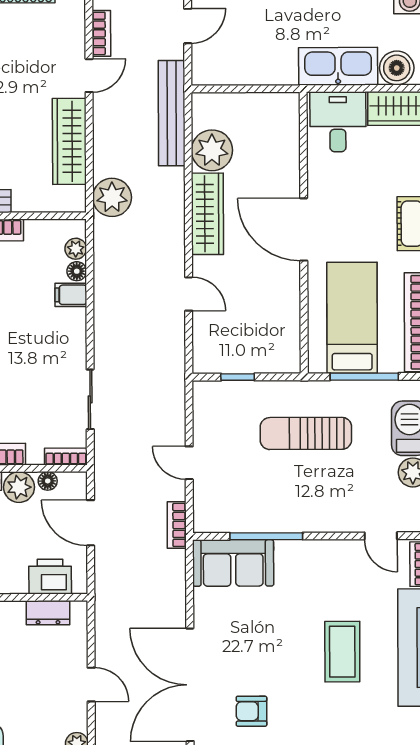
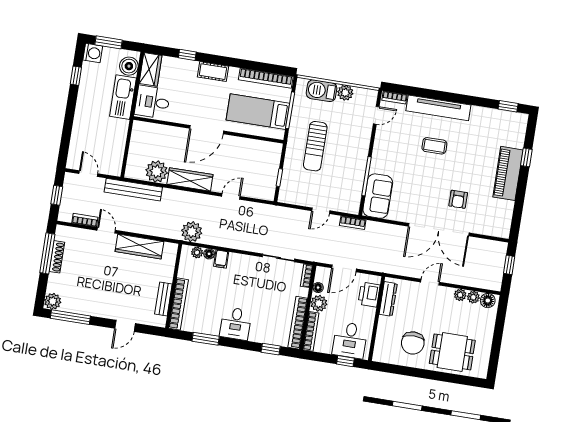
plant: (112, 197) -> (192, 232), moved
dresser: (48, 613) -> (388, 299), width x1.44
coffee table: (342, 652) -> (434, 146), width x0.73, depth x0.77

